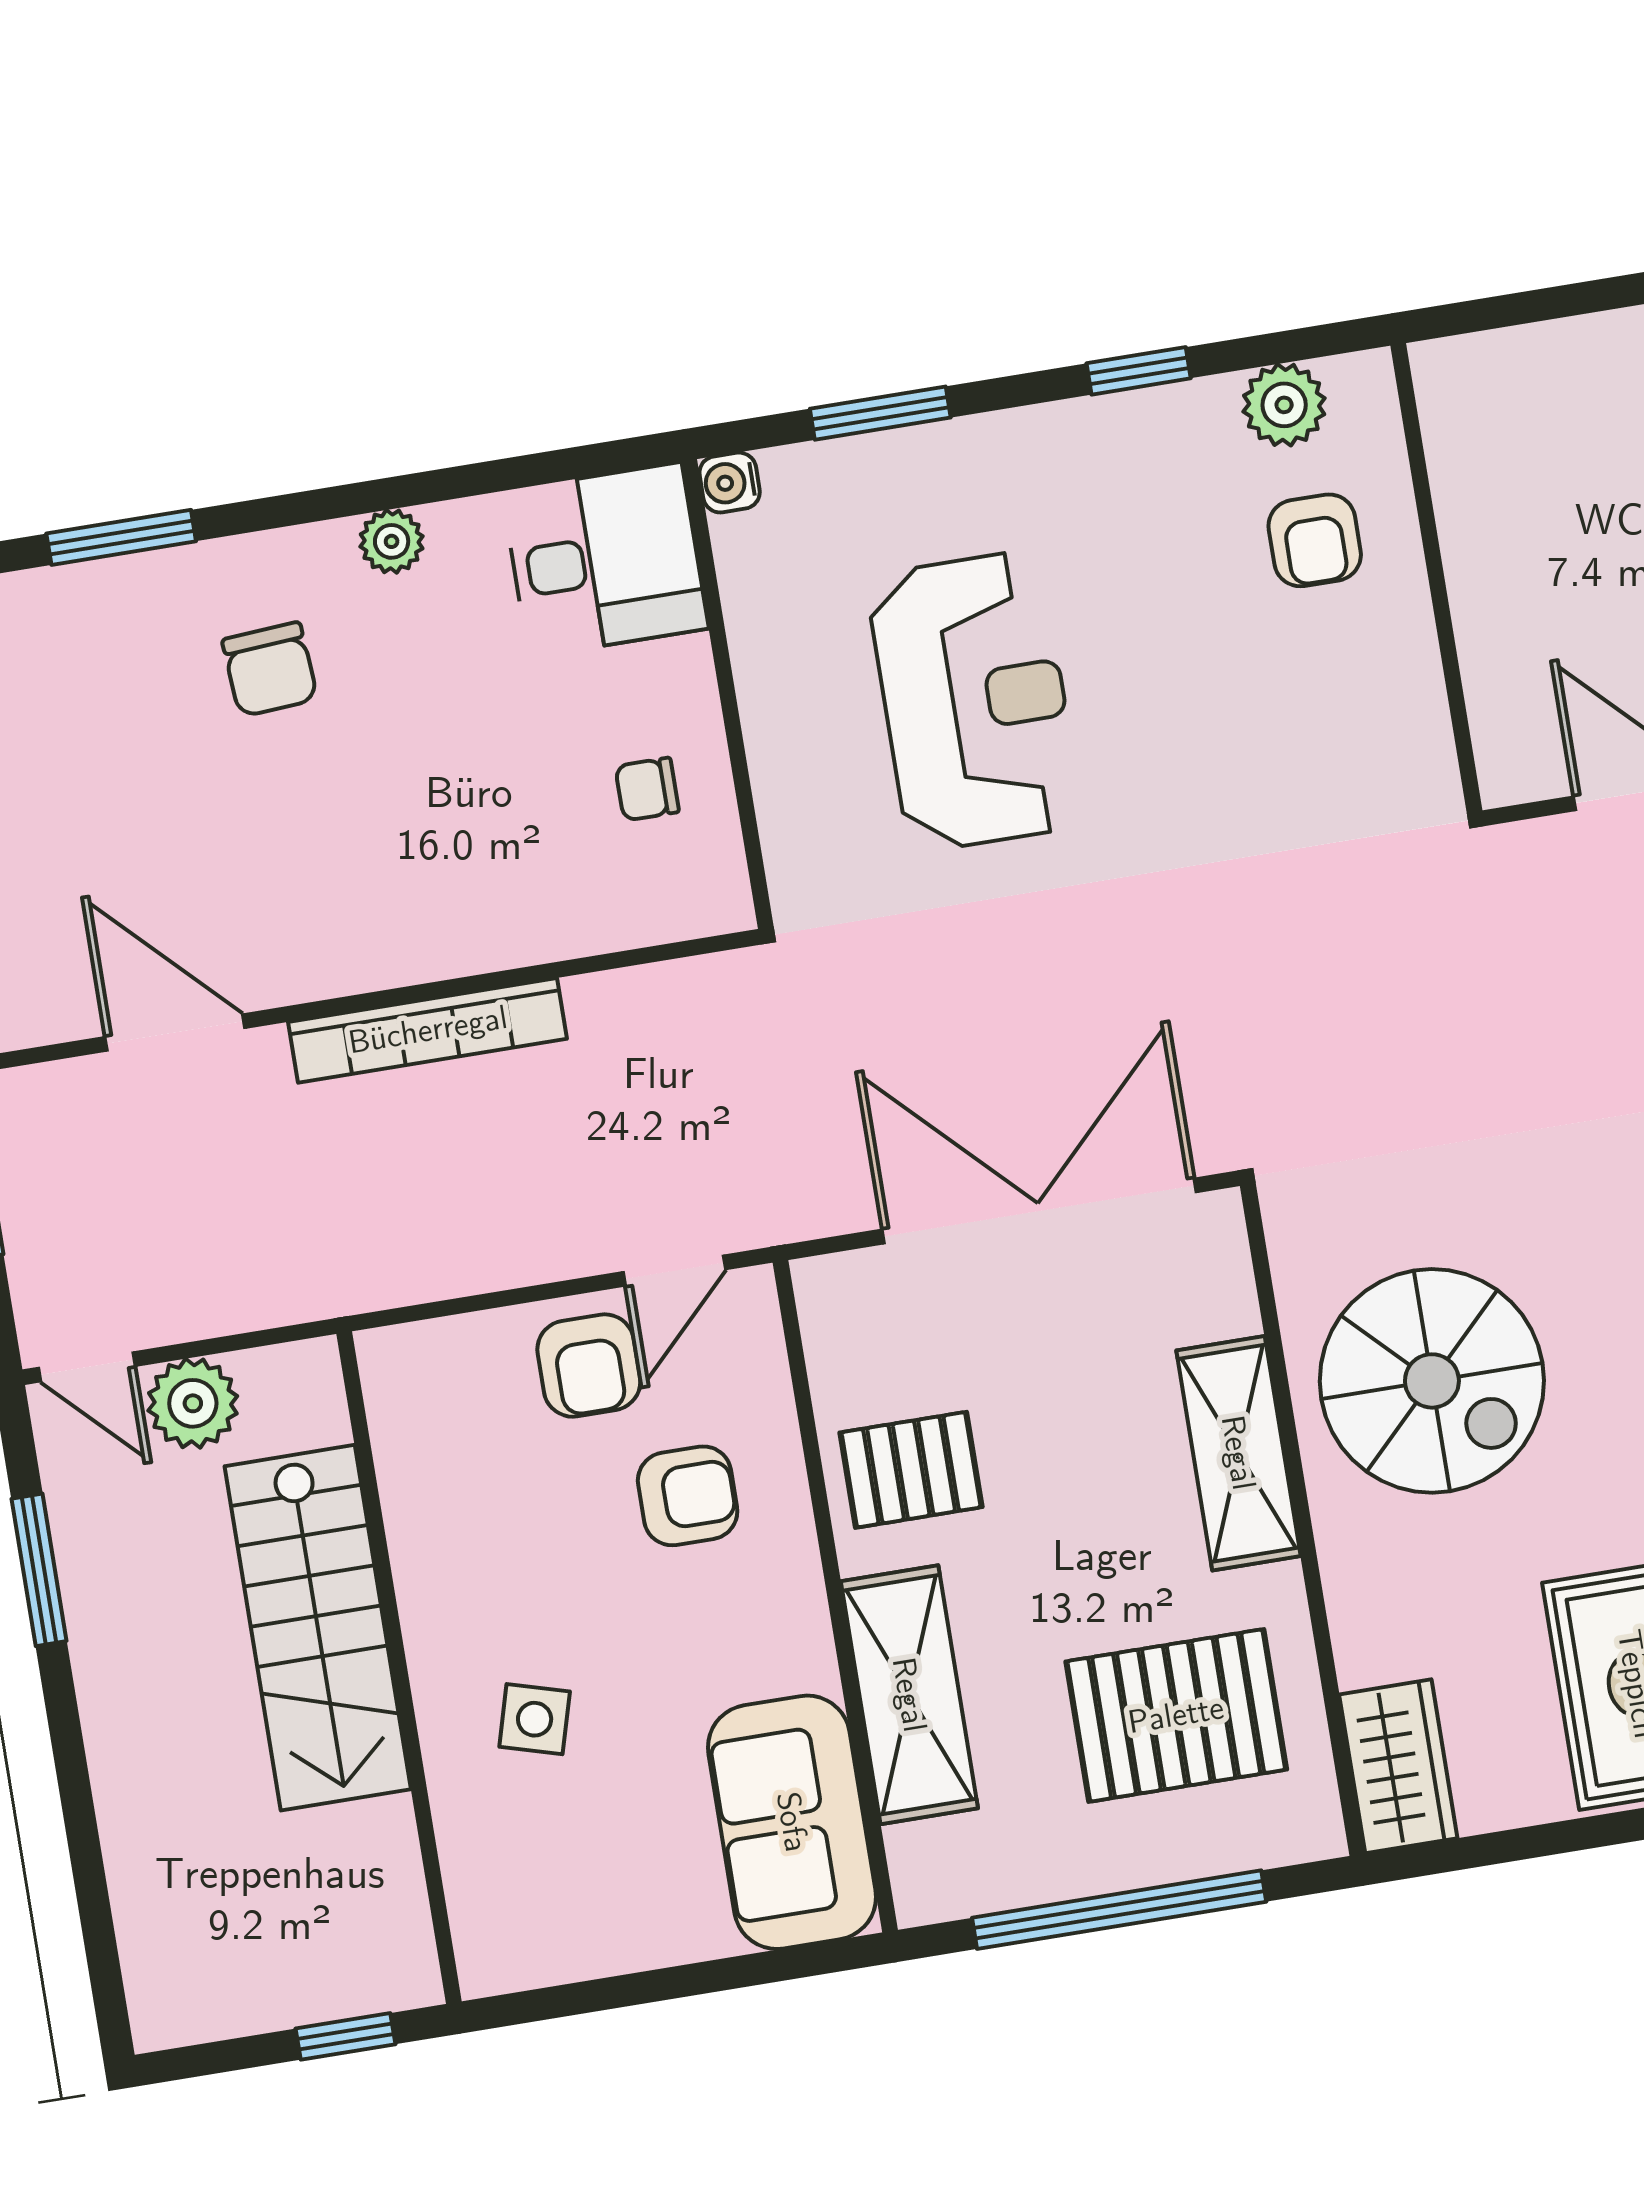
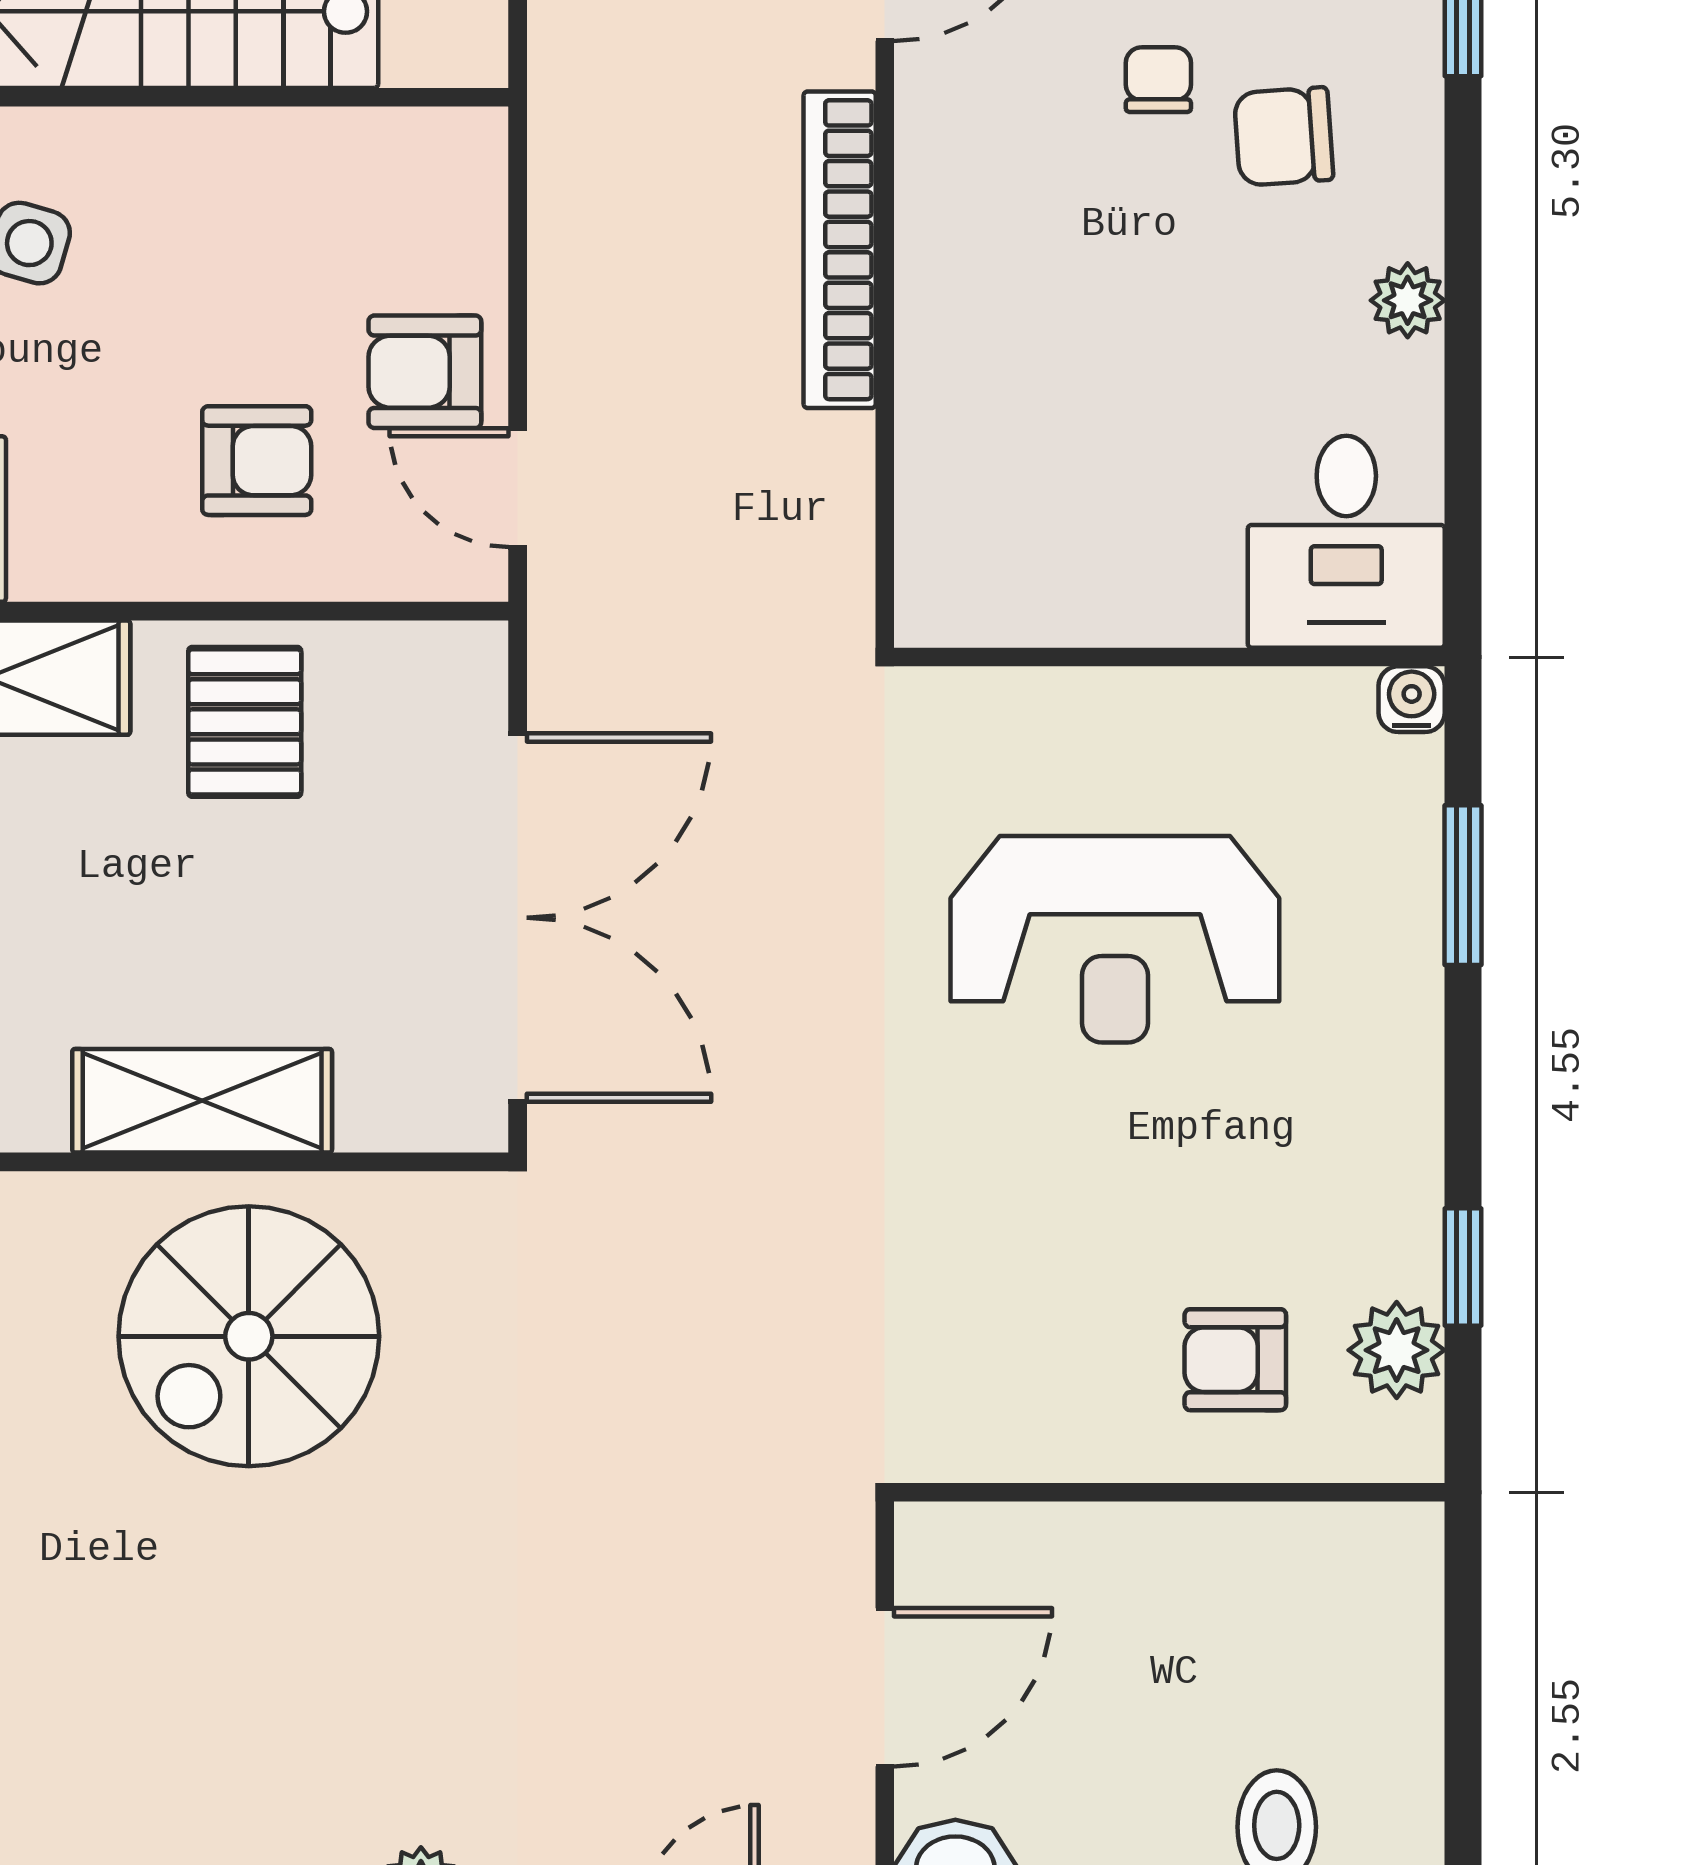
window: (1139, 371) -> (1463, 1267), moved
chair: (647, 789) -> (1158, 80), moved
armchair: (688, 1496) -> (257, 461), turned -90

